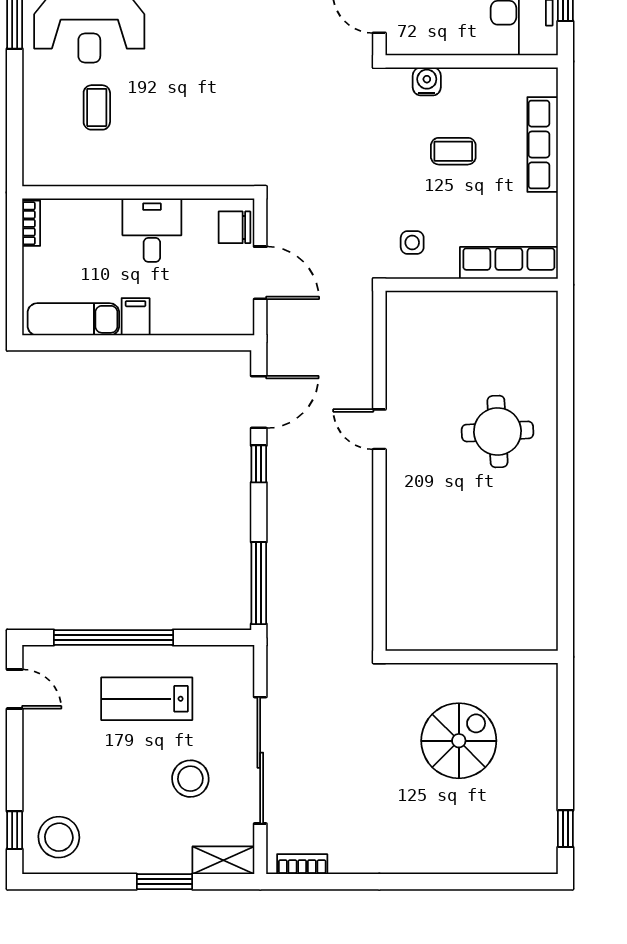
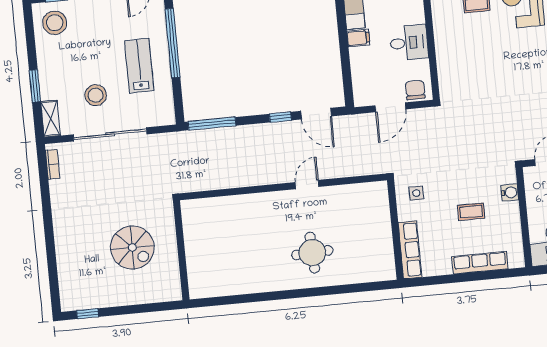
coffee table: (453, 151) -> (471, 212), turned 90

